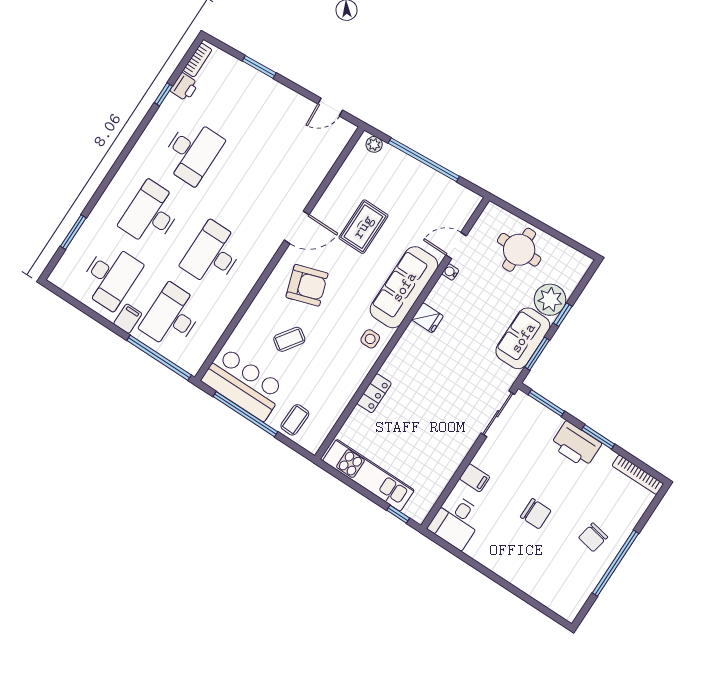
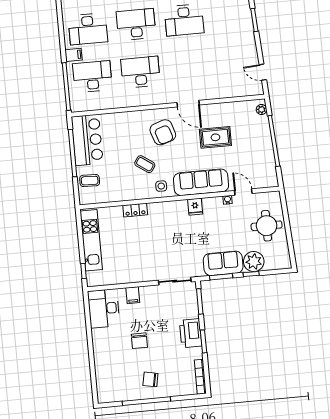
coffee table: (289, 339) -> (145, 164), moved
desk: (456, 521) -> (104, 308), width x1.37

